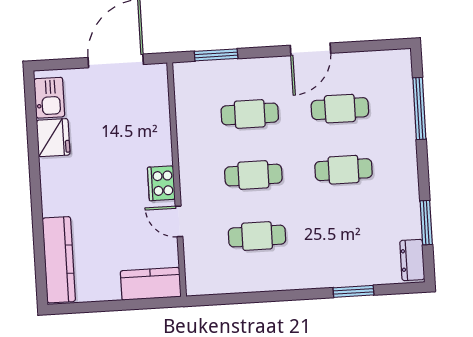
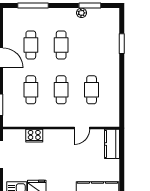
cooker: (161, 183) -> (34, 136), moved
plant: (411, 207) -> (82, 13), added
dresser: (412, 260) -> (108, 14), removed

